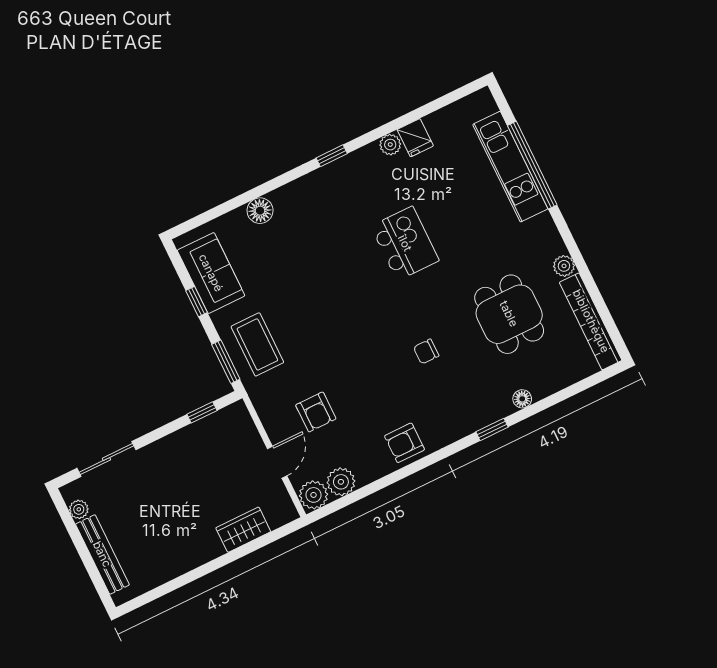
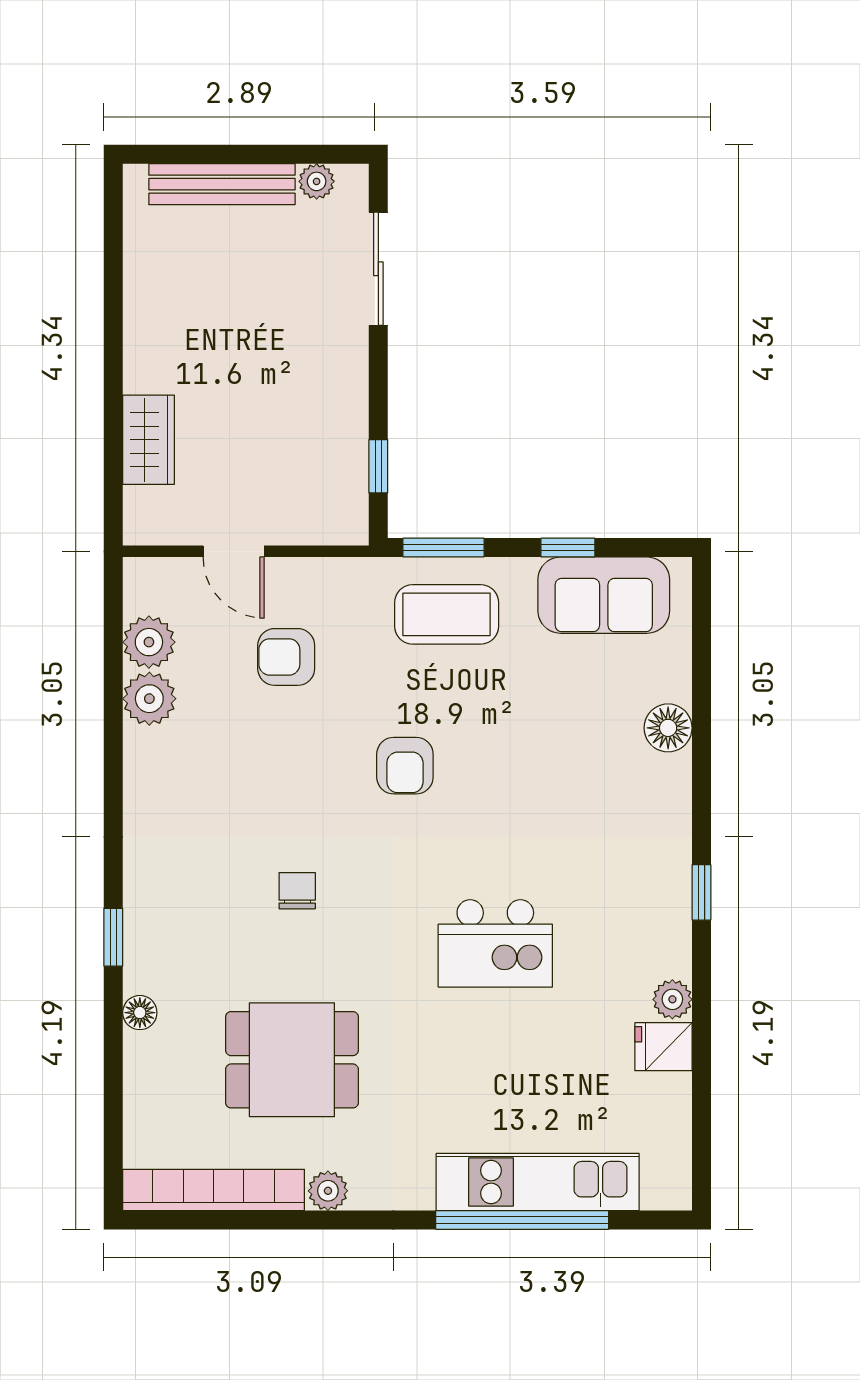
armchair: (404, 443) -> (405, 766), moved, turned 180
plant: (313, 495) -> (149, 699), moved

